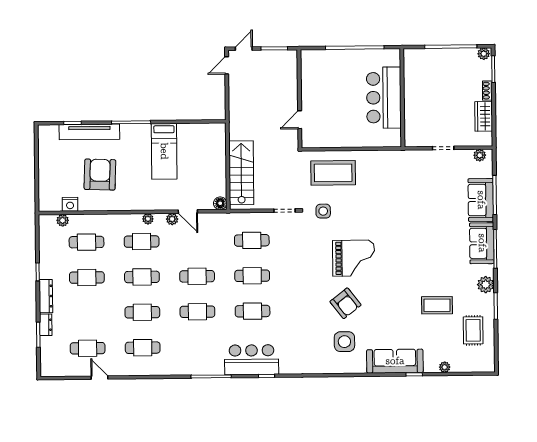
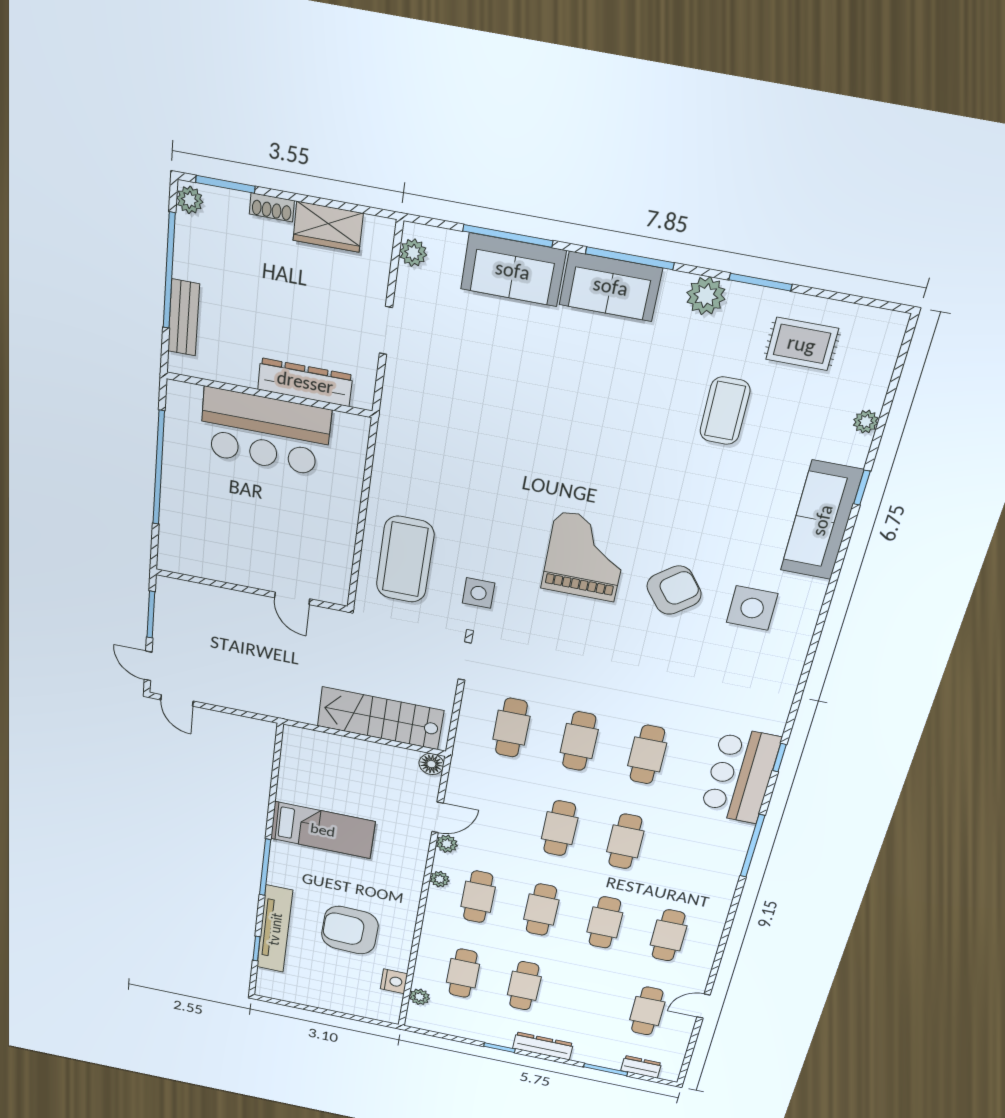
bench: (431, 55) -> (184, 318), added
dresser: (412, 114) -> (305, 382), added
dresser: (46, 325) -> (641, 1067), moved

